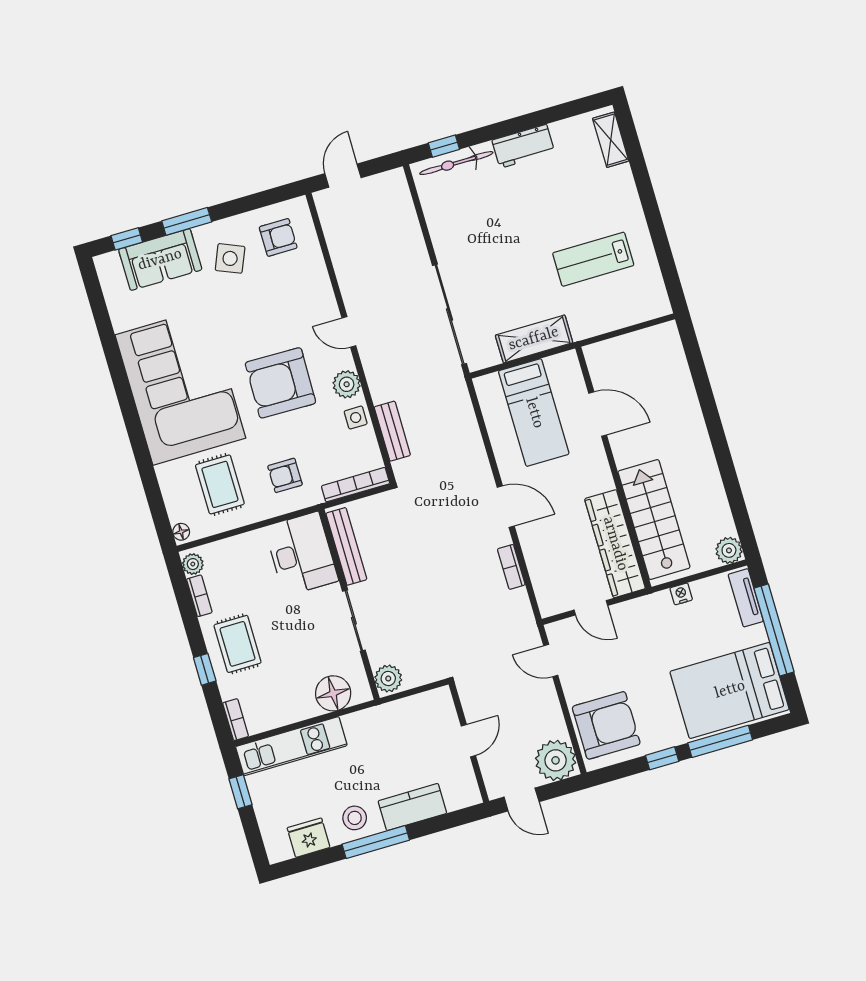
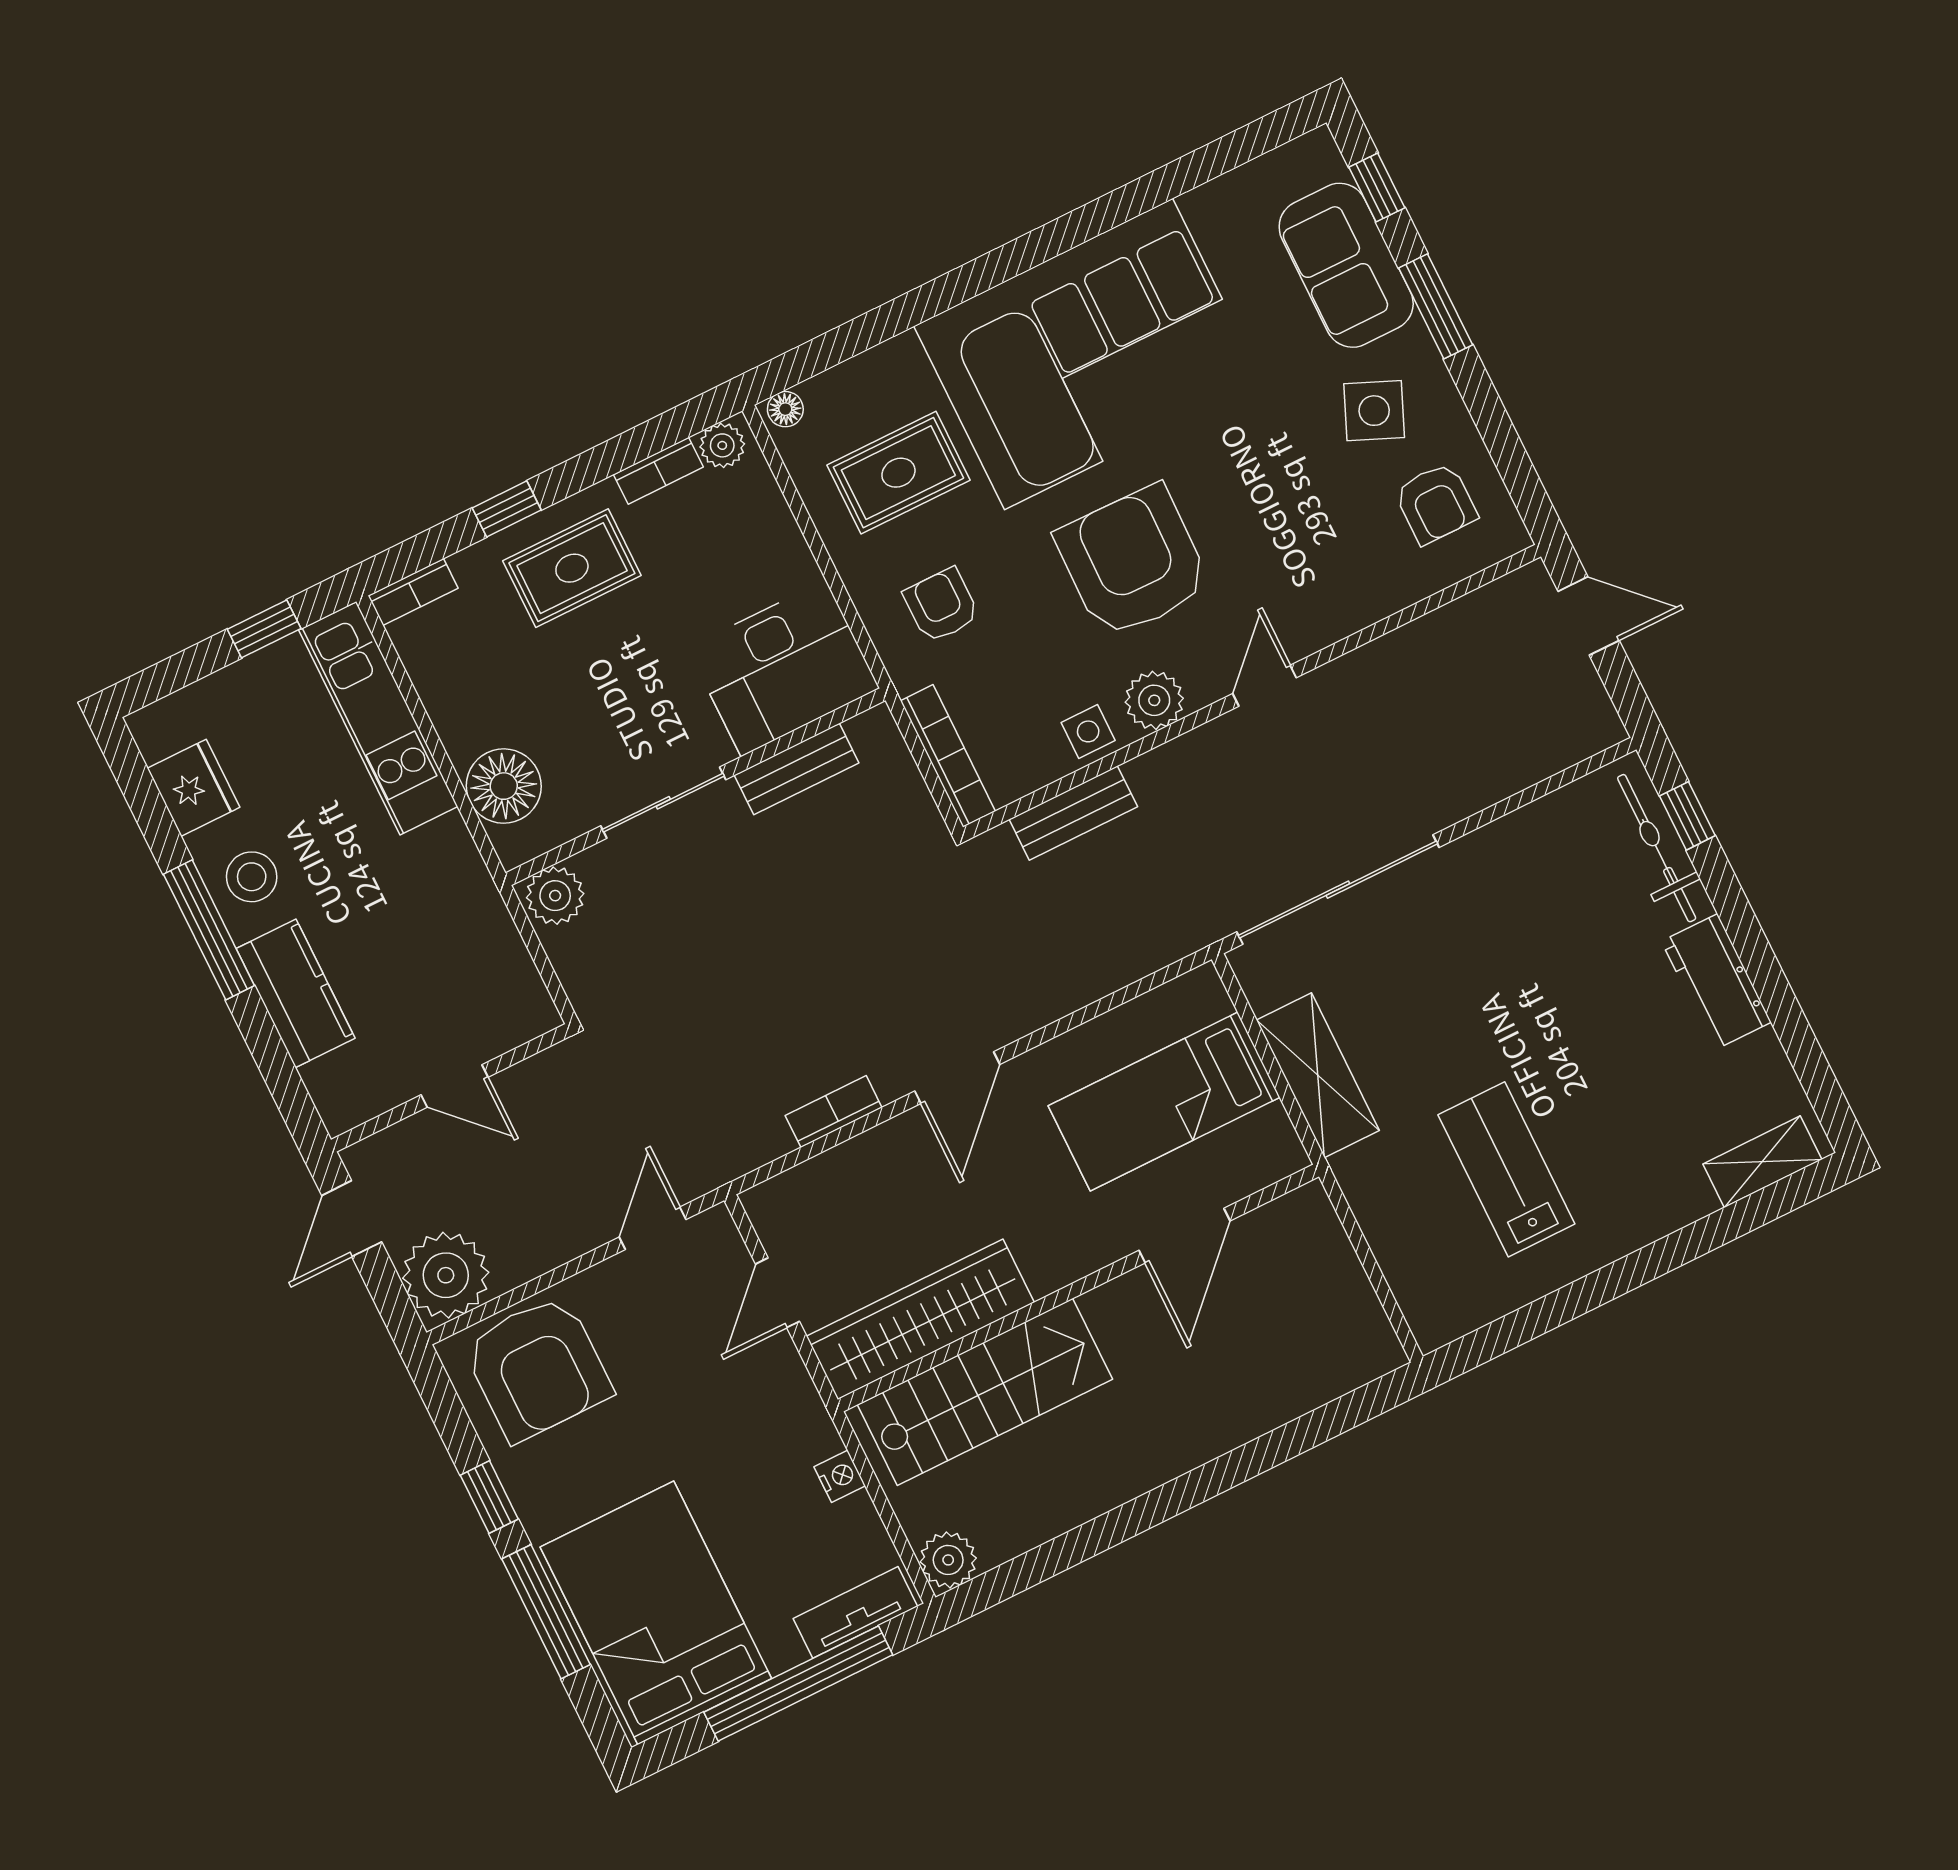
bench: (346, 546) -> (797, 769), width x0.73

